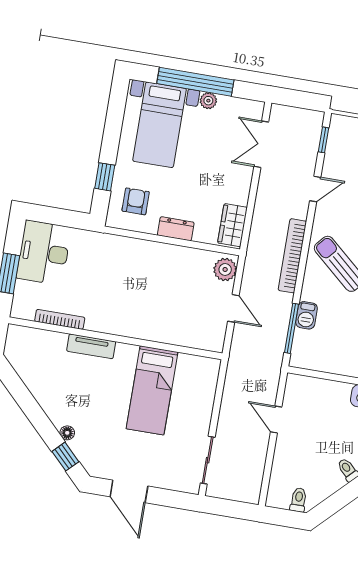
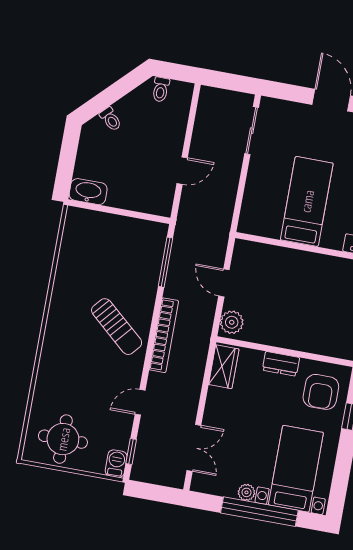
armchair: (136, 201) -> (321, 392), width x1.38, depth x1.38
barbecue: (306, 315) -> (116, 464), moved
door: (276, 420) -> (182, 171), hinge flipped

